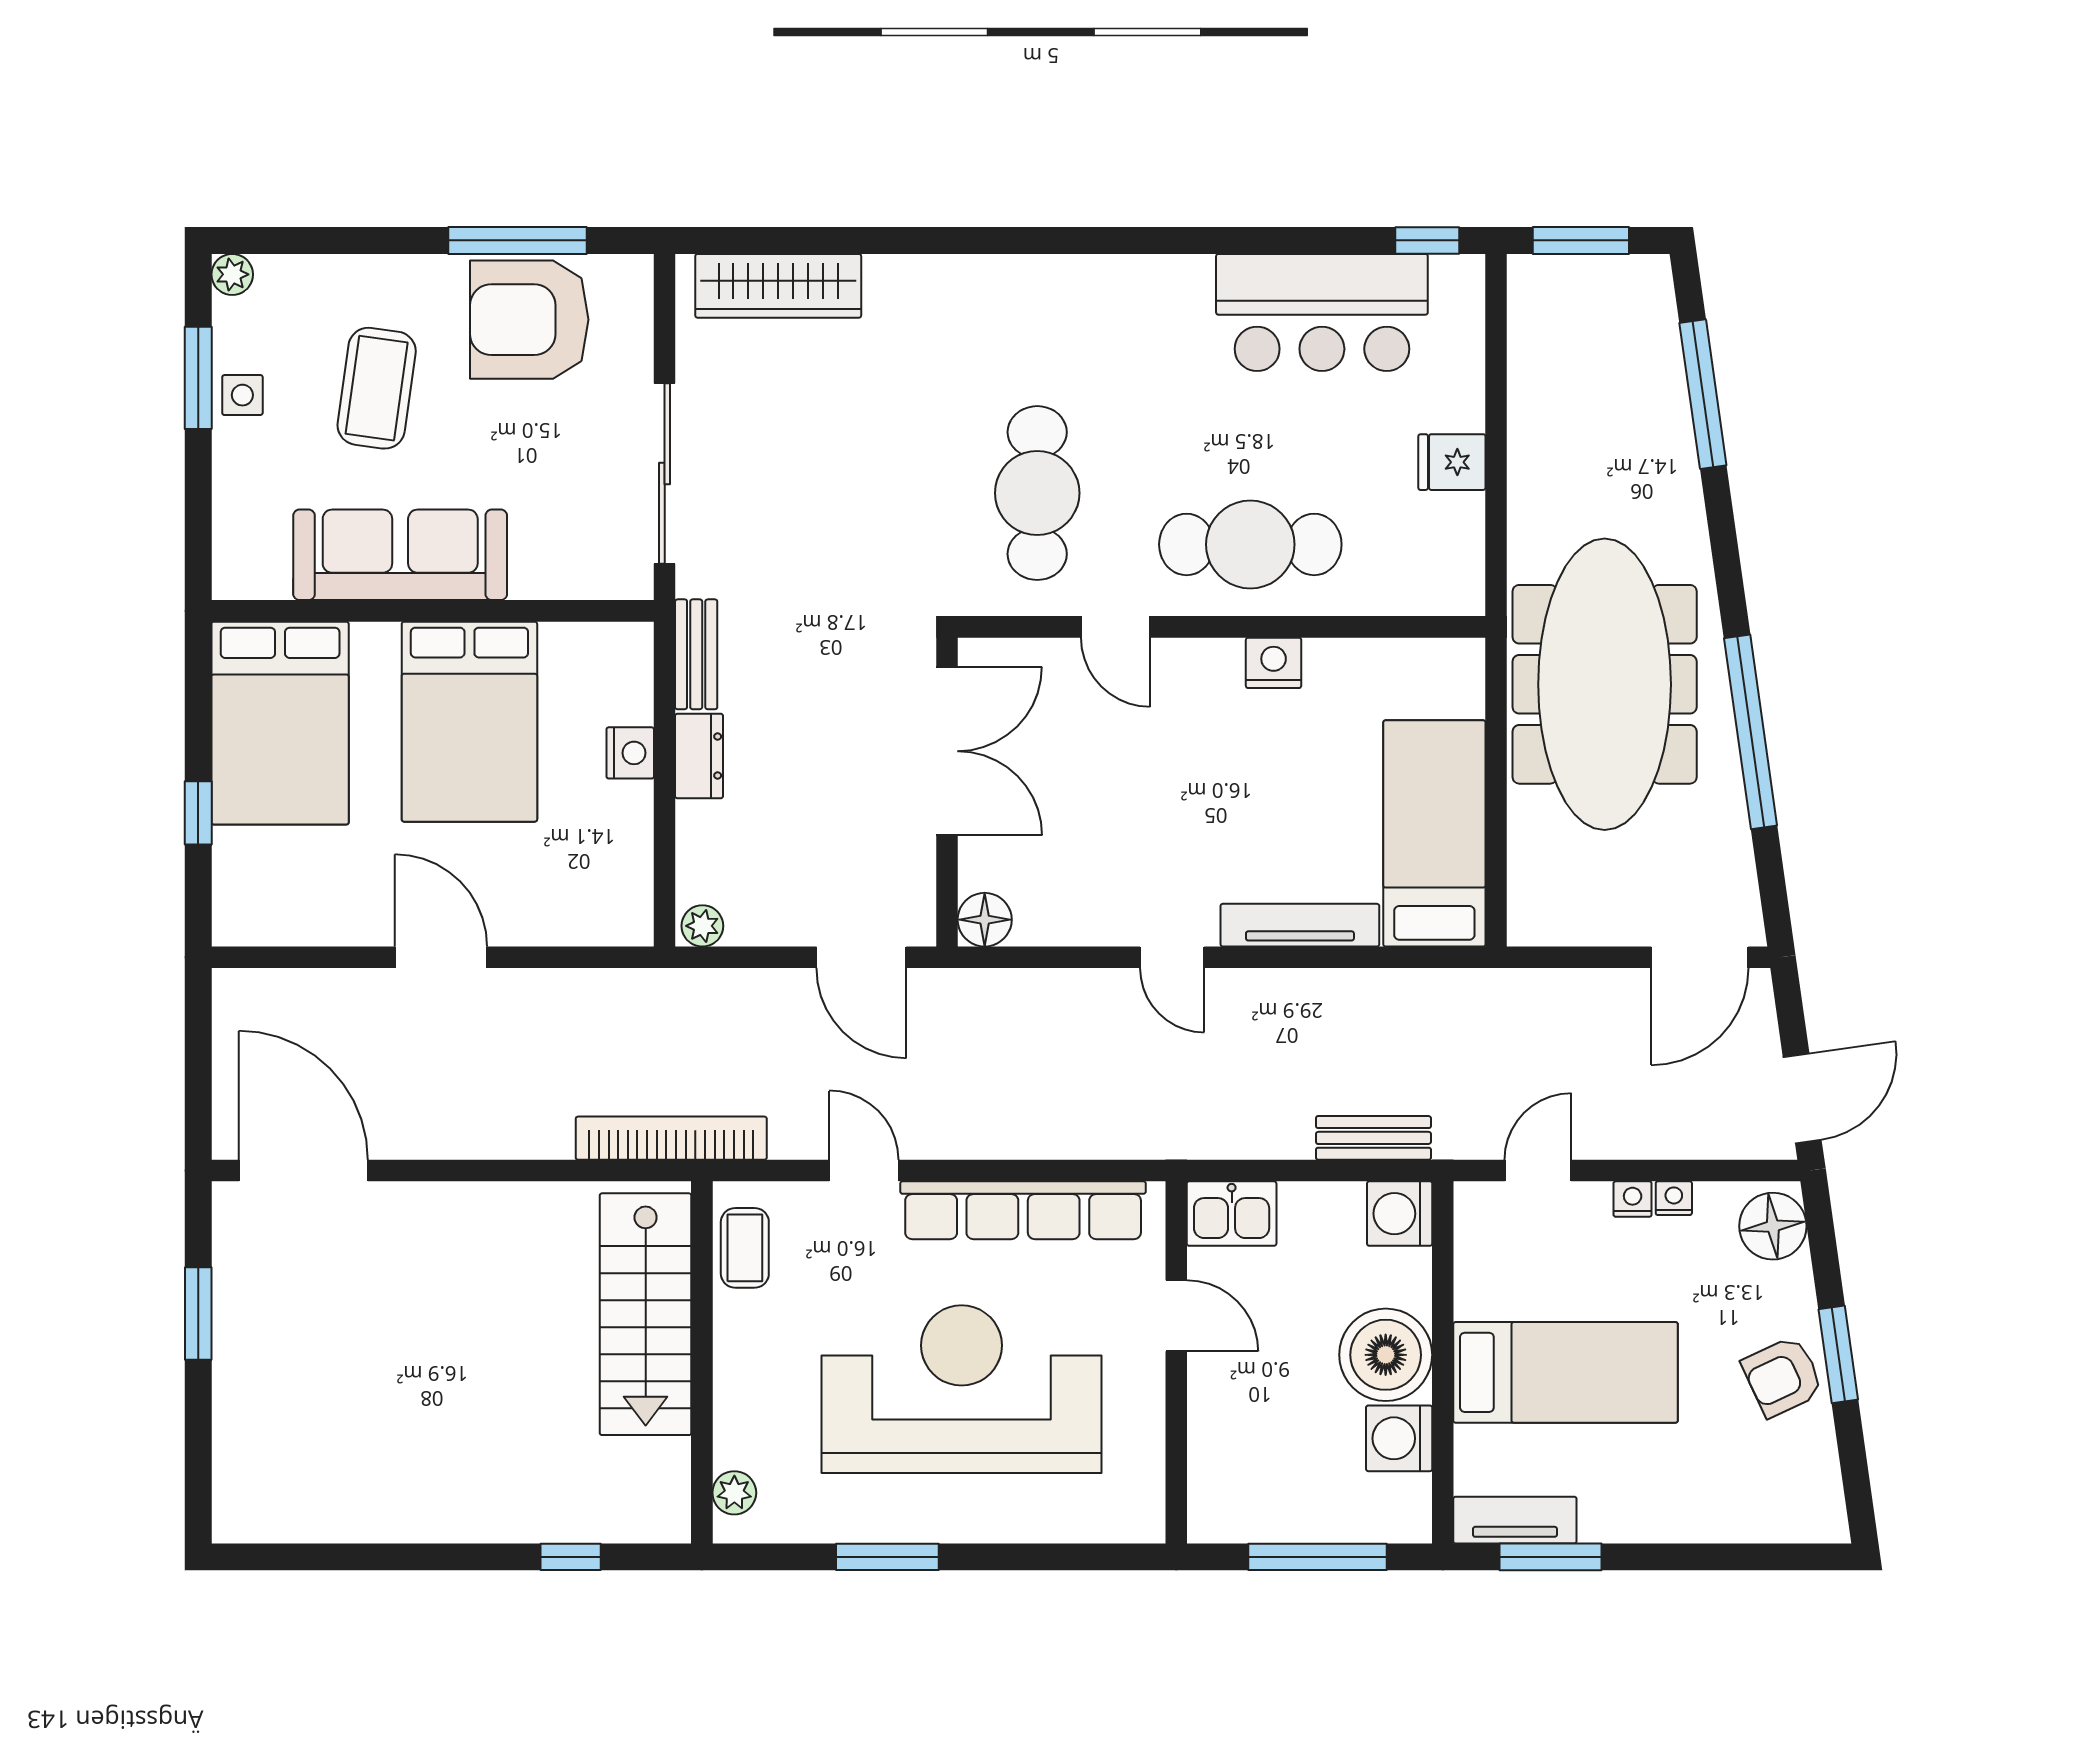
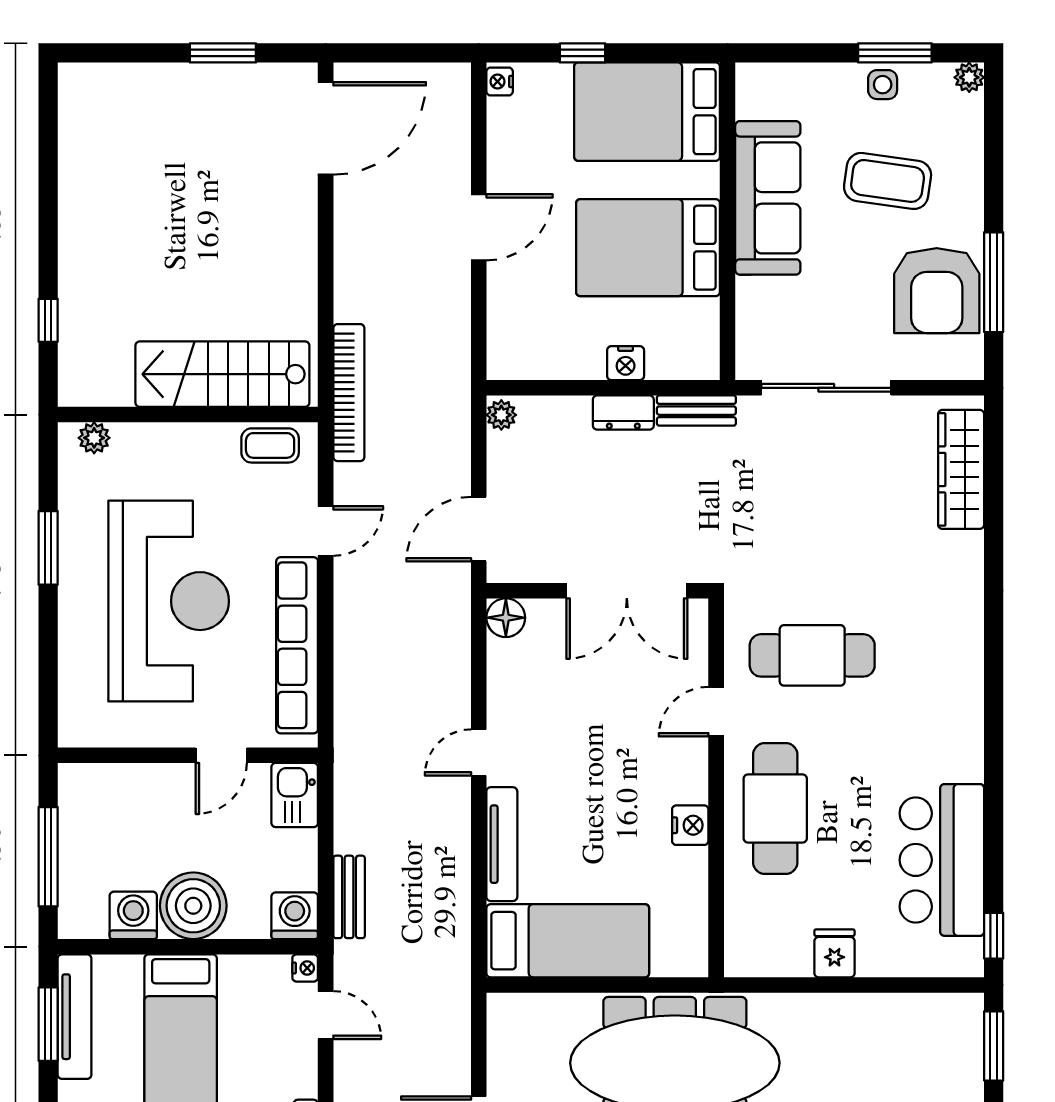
armchair: (529, 320) -> (937, 291), turned 180
nightstand: (238, 928) -> (500, 82), added
nightstand: (1633, 1199) -> (305, 968), moved
tv unit: (1515, 1520) -> (75, 1017), width x1.41

